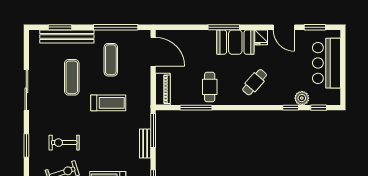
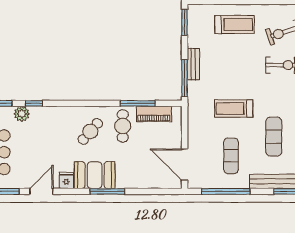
door: (284, 27) -> (41, 191), hinge flipped
cafe table: (255, 82) -> (90, 131), moved
piano: (163, 89) -> (154, 114), moved, turned -90

